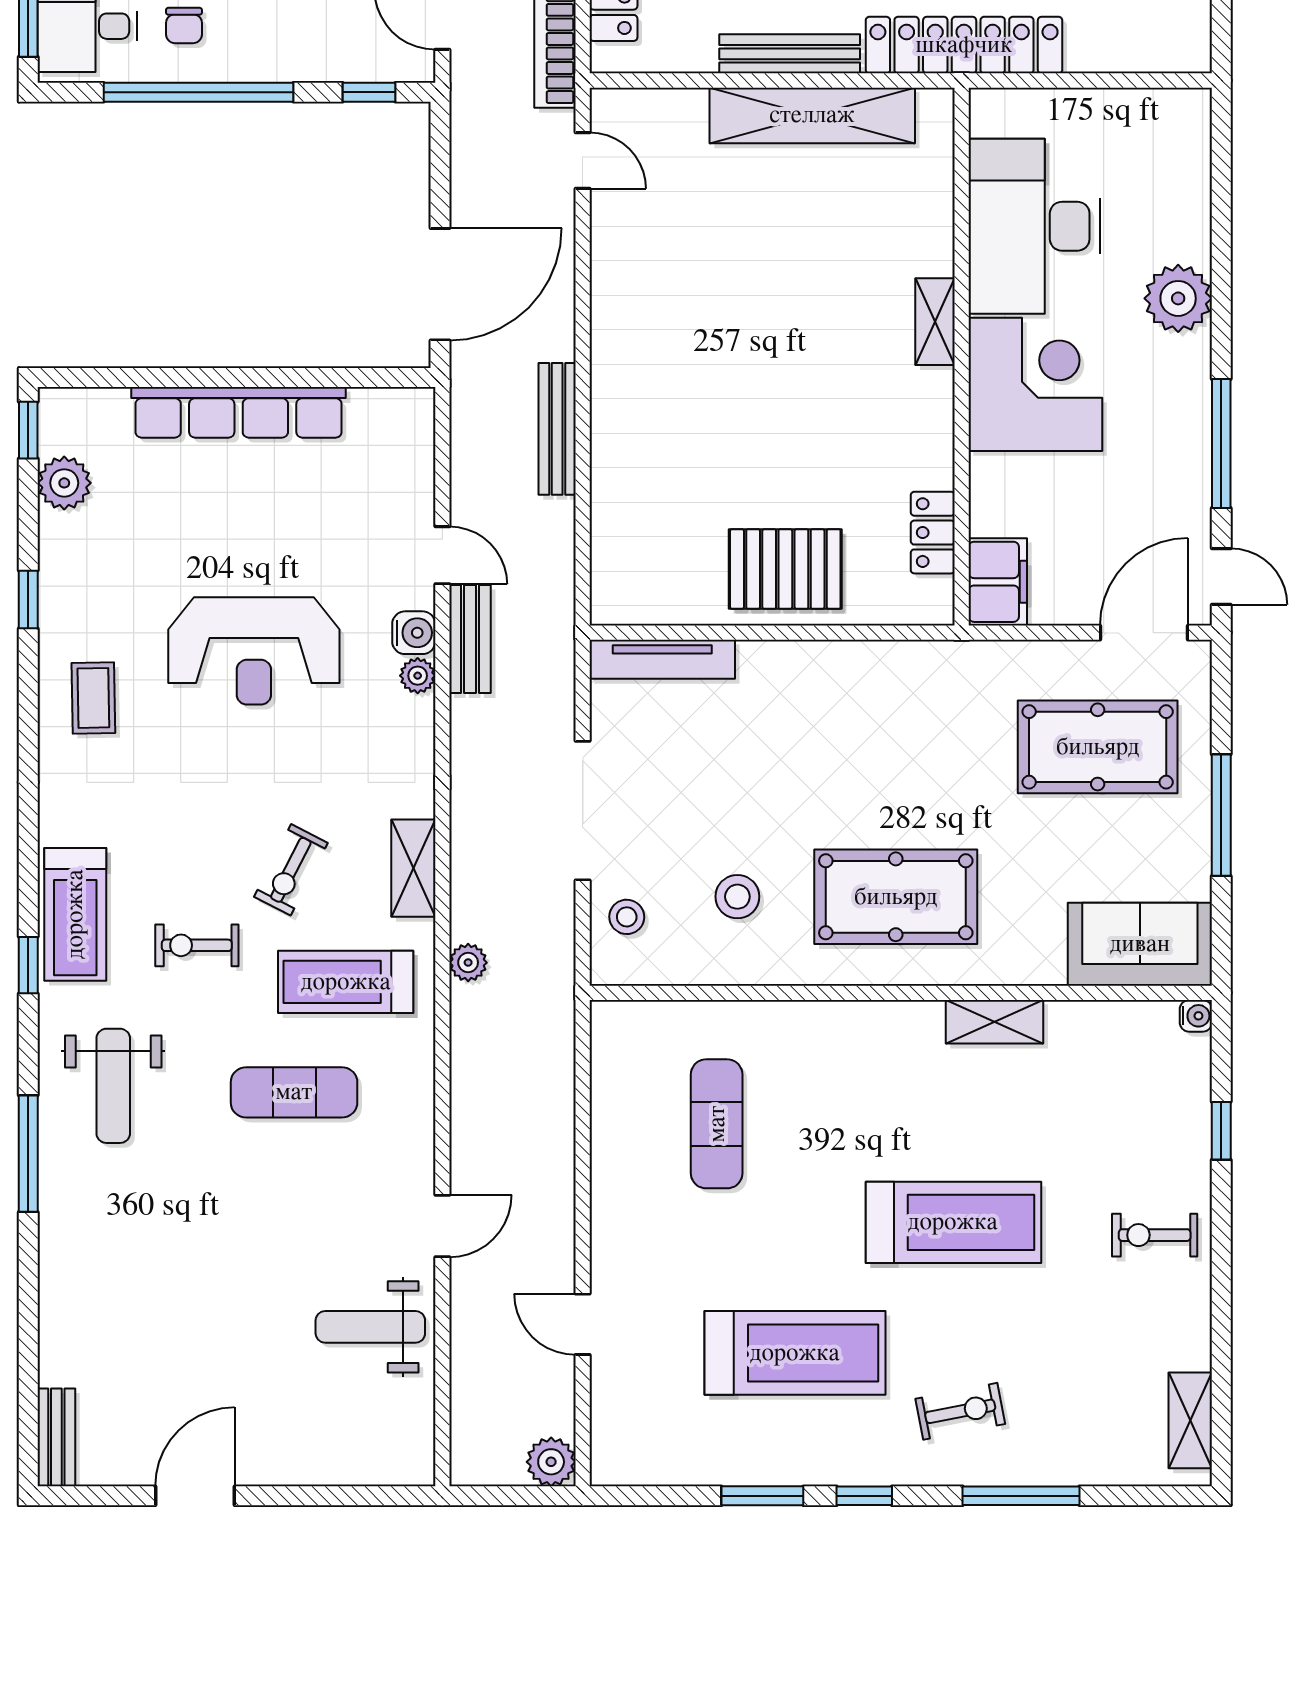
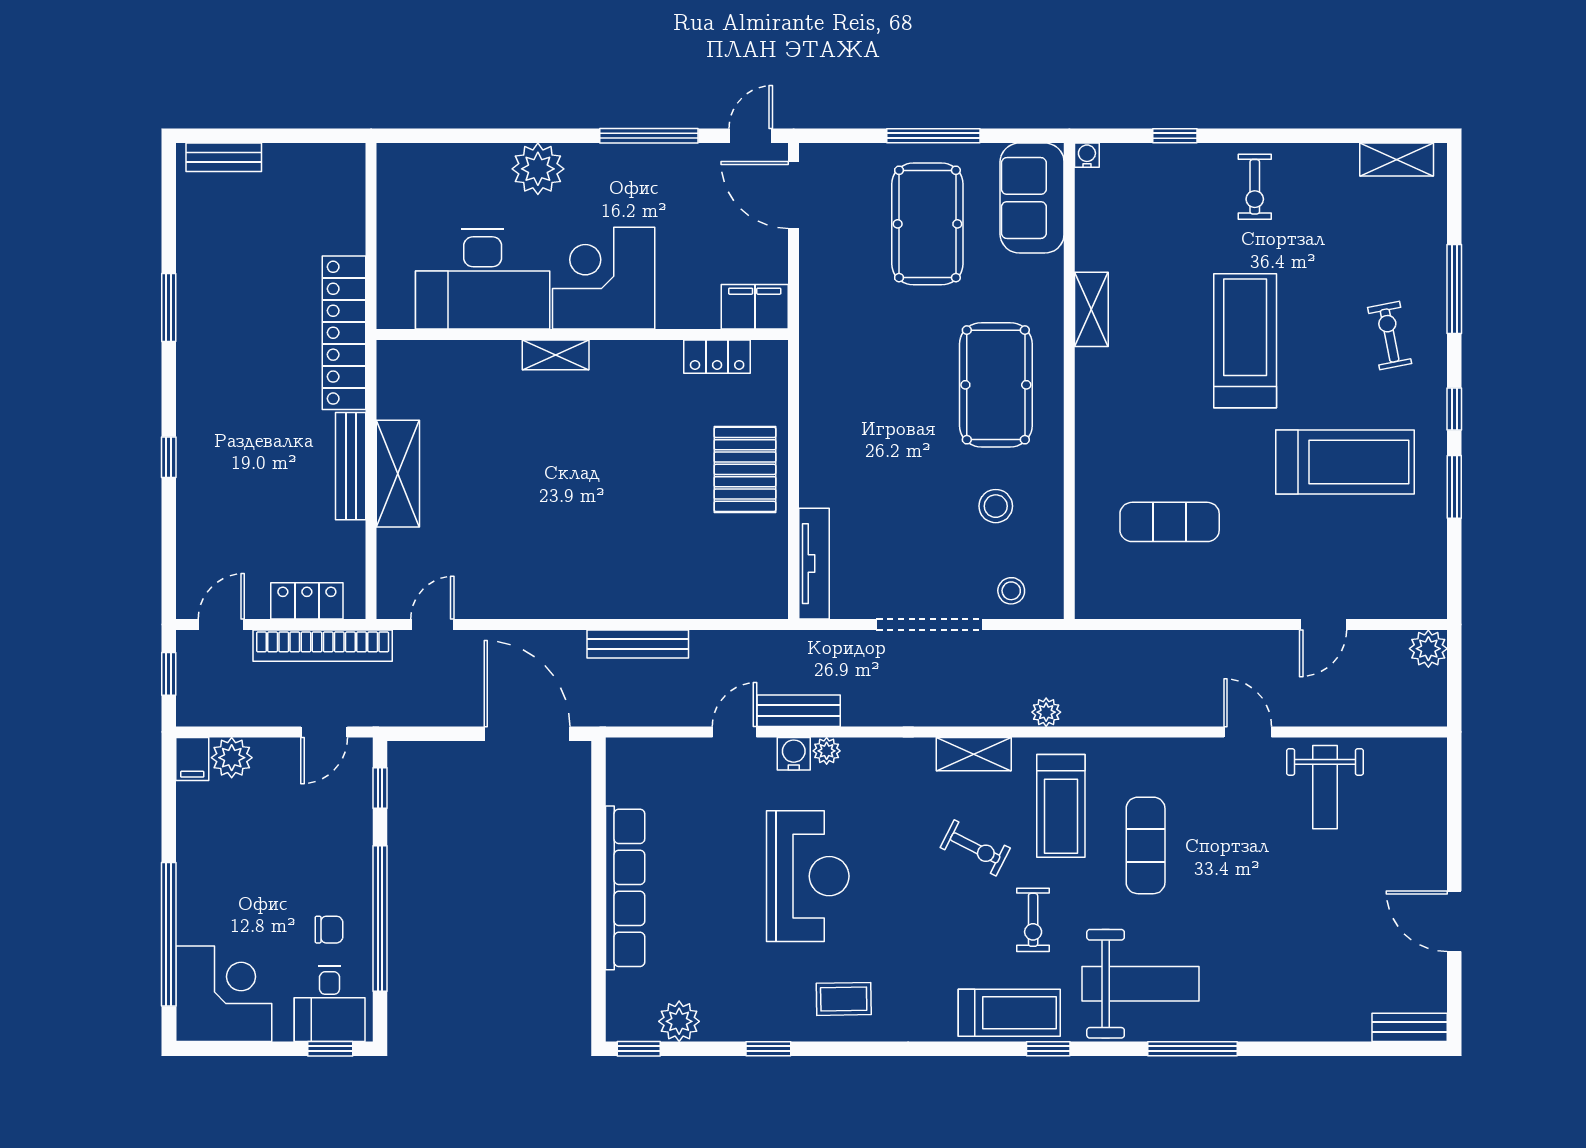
shelving: (812, 115) -> (398, 474), width x0.68
pool table: (1098, 747) -> (927, 224), moved
weight bench: (113, 1086) -> (1141, 984), width x1.36, depth x1.33
treadmill: (795, 1353) -> (1345, 462), turned 90

